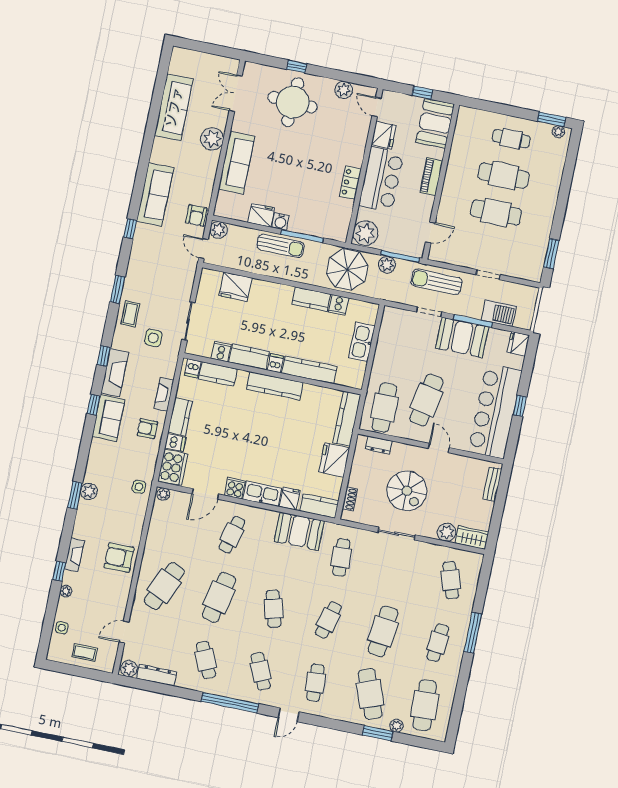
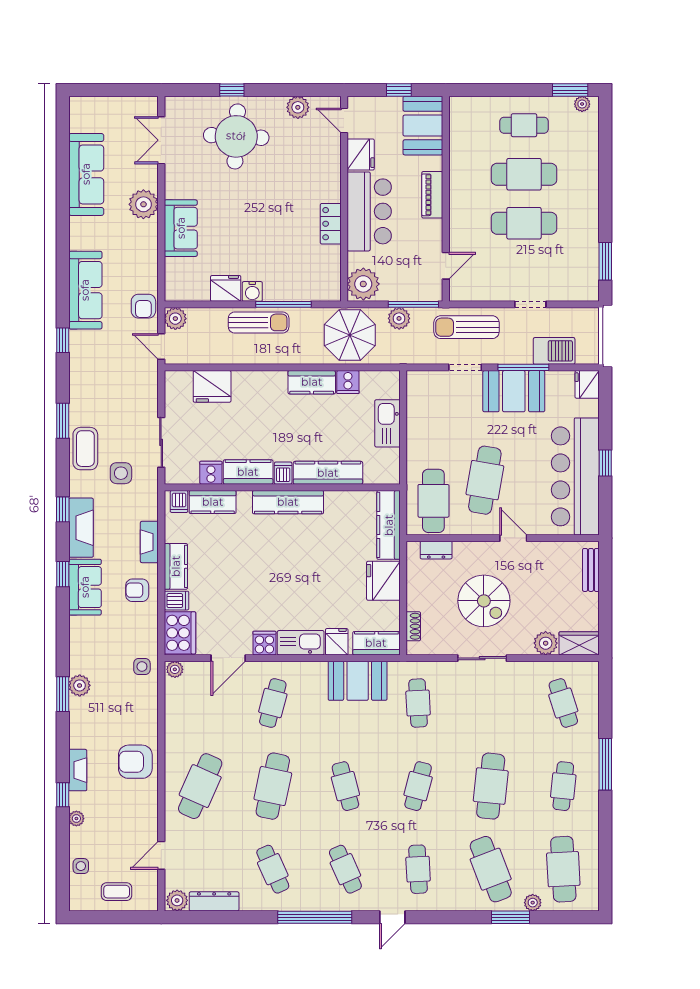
sofa: (237, 163) -> (181, 228), width x0.73
coffee table: (130, 314) -> (85, 449), width x1.36, depth x1.30

